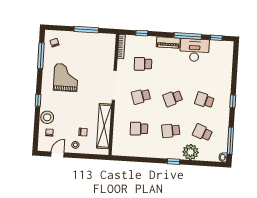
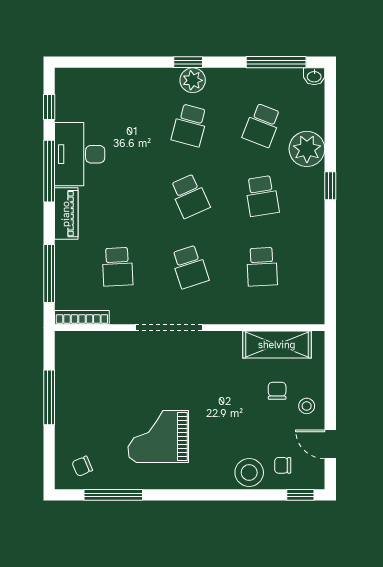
window: (142, 33) -> (49, 274), width x2.17
window: (38, 100) -> (300, 495), moved
plant: (224, 103) -> (193, 80), added
shelving: (104, 126) -> (277, 345), width x0.68

